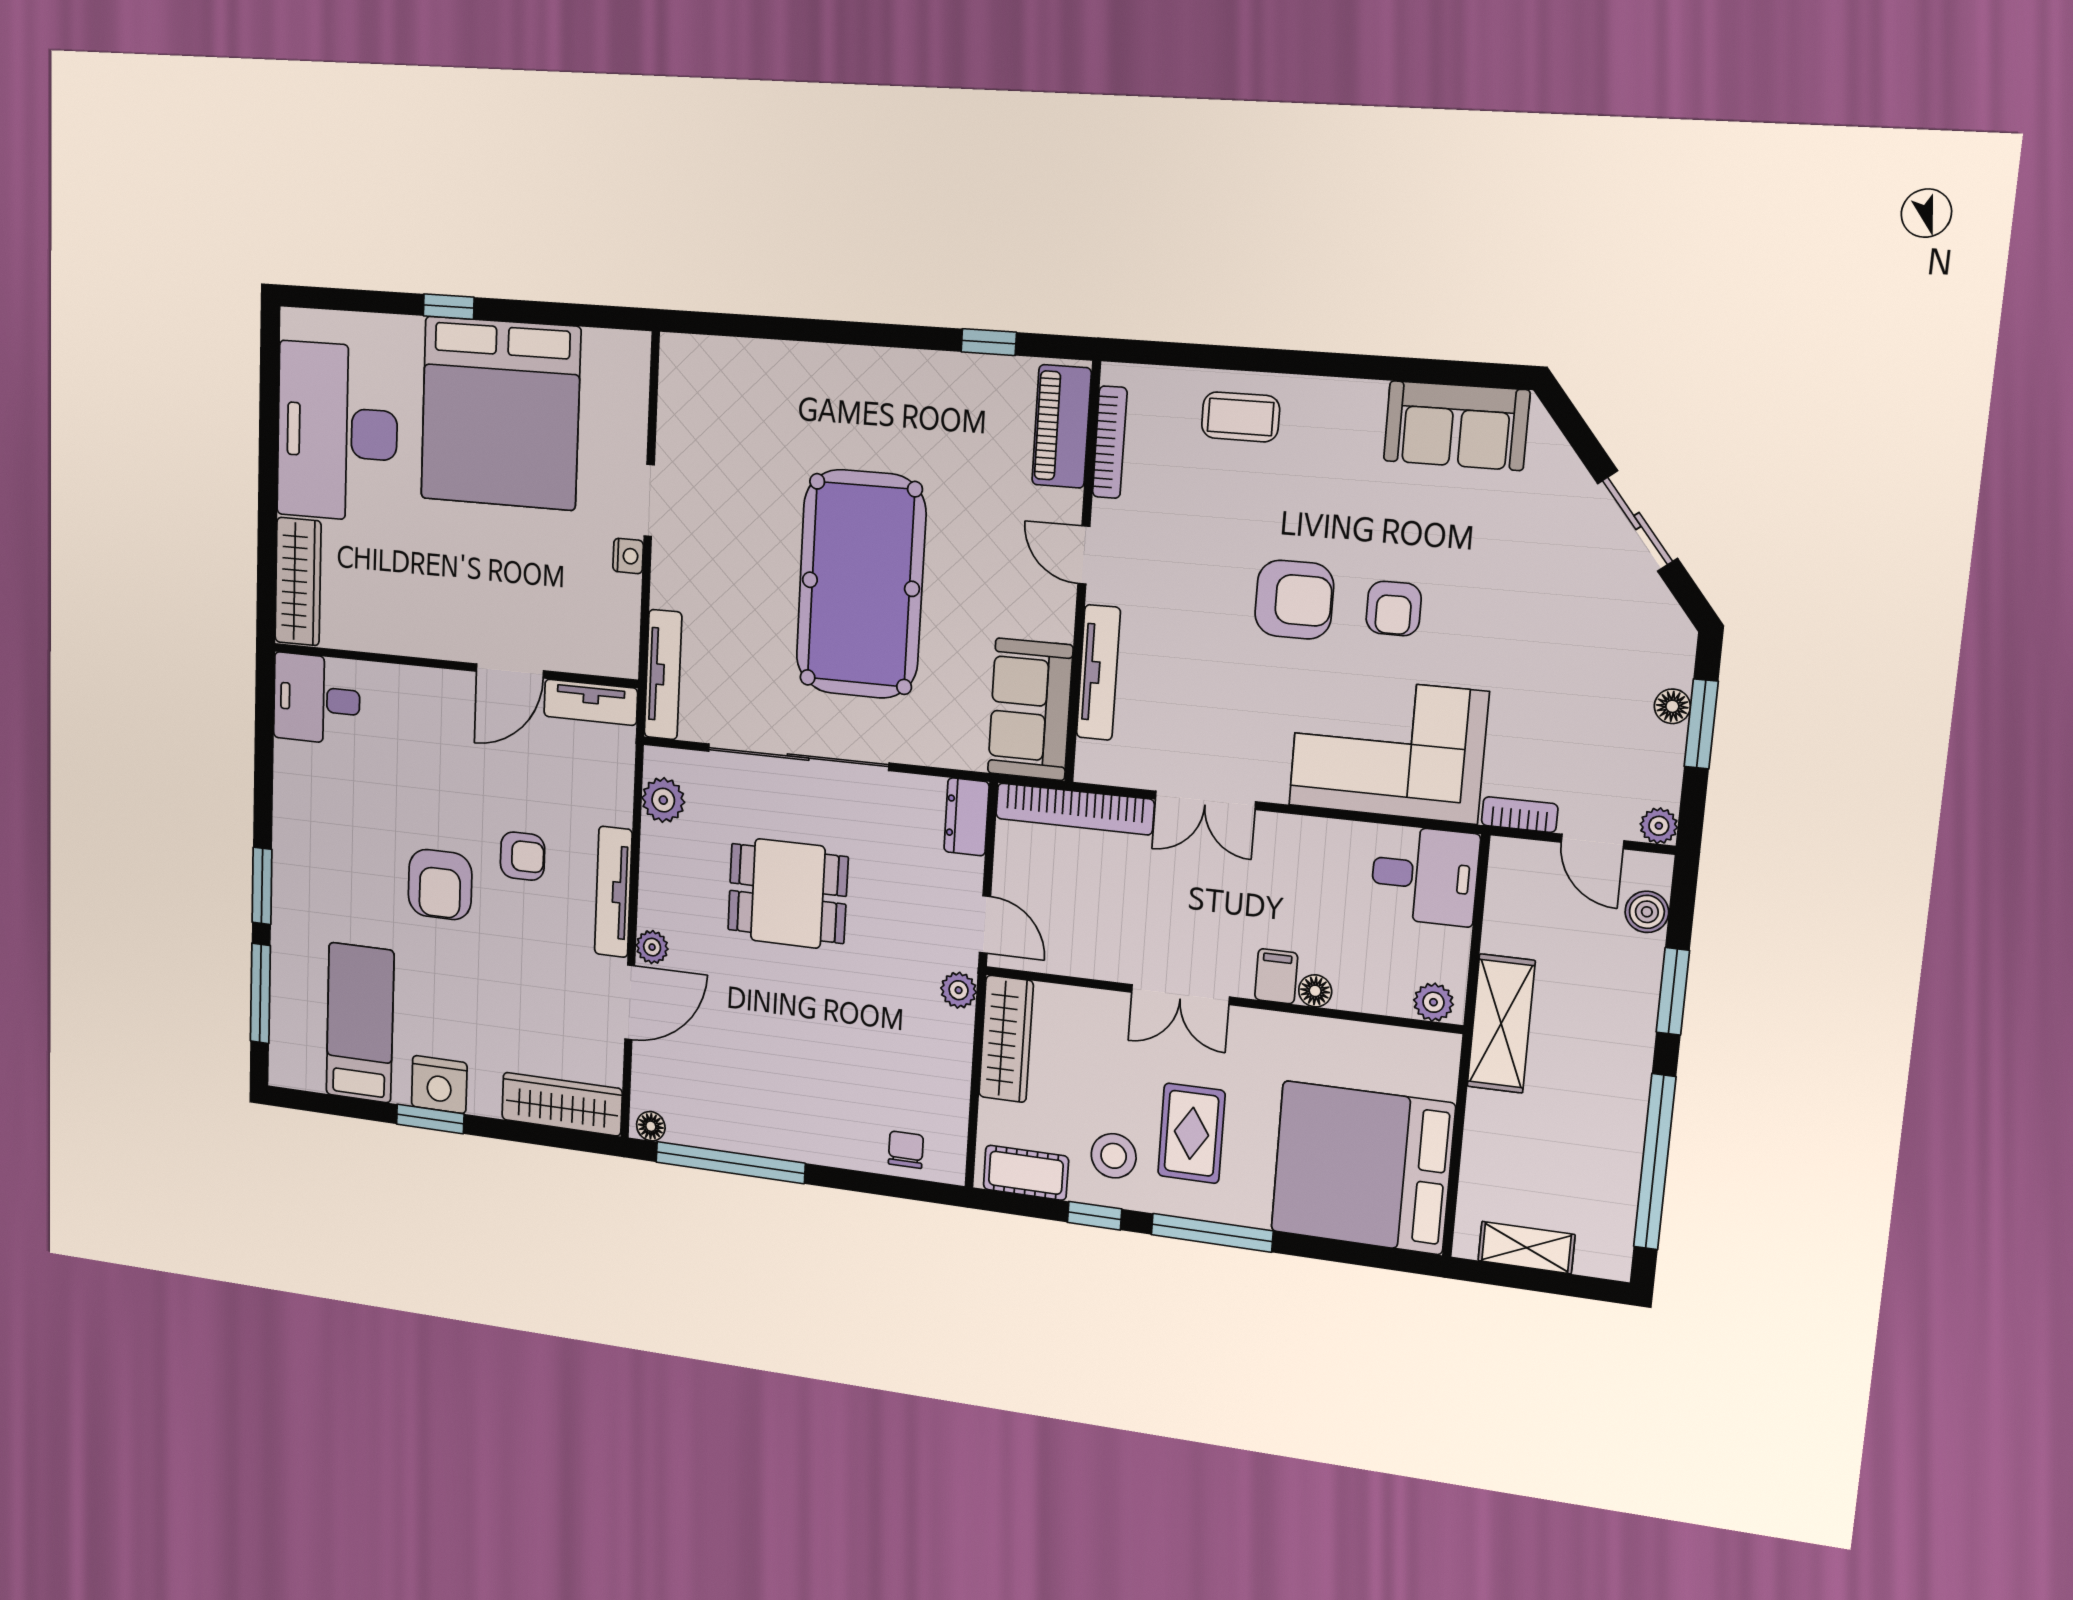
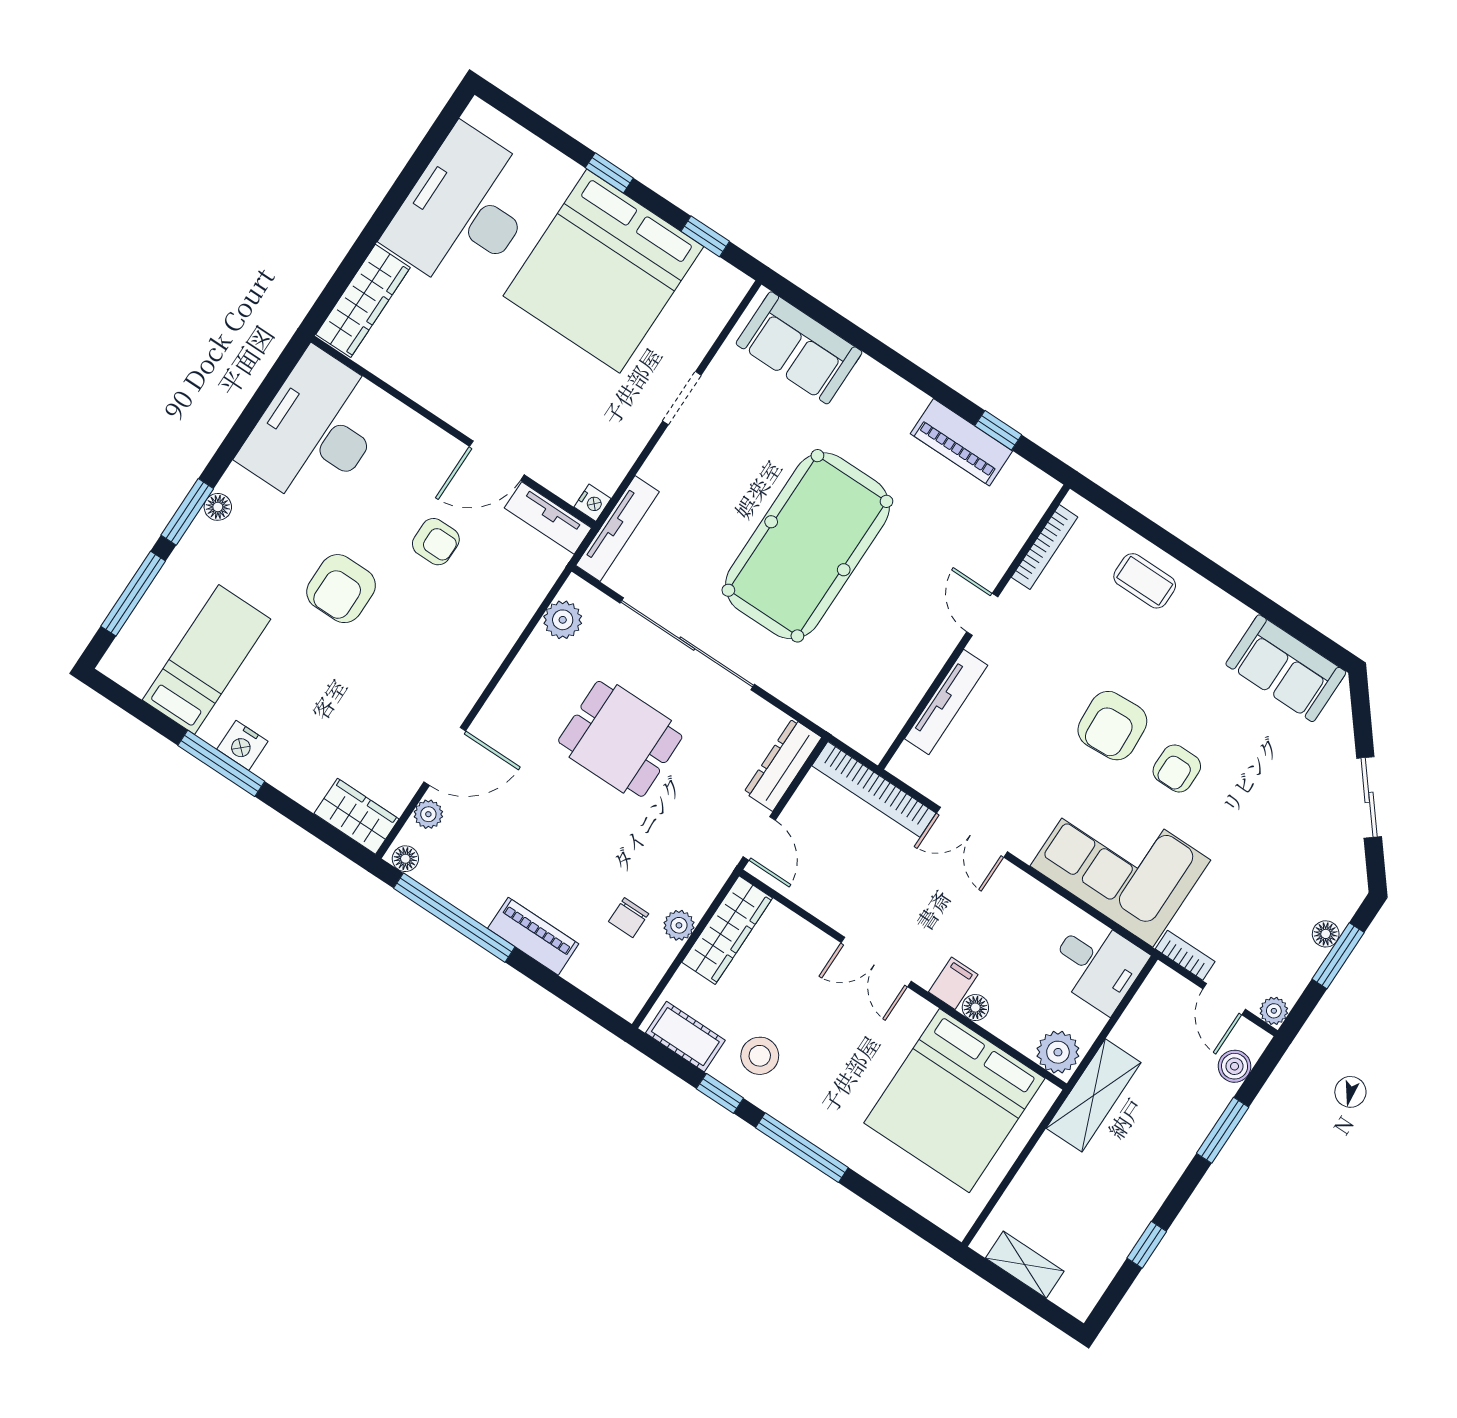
window: (577, 315) -> (705, 236), added
piano: (1062, 426) -> (961, 442), moved, turned -90
nightstand: (628, 556) -> (593, 503), moved
armchair: (1294, 600) -> (1112, 726), turned 87
desk: (317, 699) -> (316, 430), width x1.87, depth x1.30
sofa: (1030, 709) -> (799, 348), moved, turned -90
dresser: (966, 817) -> (783, 765), width x1.44
armchair: (522, 856) -> (436, 542), moved
floor lamp: (286, 866) -> (218, 507), added
tv unit: (613, 892) -> (481, 667), removed
plant: (652, 947) -> (428, 814), moved
plant: (959, 990) -> (679, 925), moved
plant: (1433, 1002) -> (1058, 1052), width x1.38, depth x1.38
nightstand: (439, 1085) -> (242, 745), width x0.74, depth x0.75
wardrobe: (562, 1104) -> (356, 816), width x0.67
window: (430, 1119) -> (221, 763), width x1.44
rug: (1191, 1133) -> (828, 1067), removed
piano: (817, 1143) -> (533, 936), added
chair: (906, 1150) -> (629, 918), moved, turned 180
window: (1655, 1162) -> (1147, 1245), width x0.32
bed: (1363, 1168) -> (954, 1101), moved, turned -90

